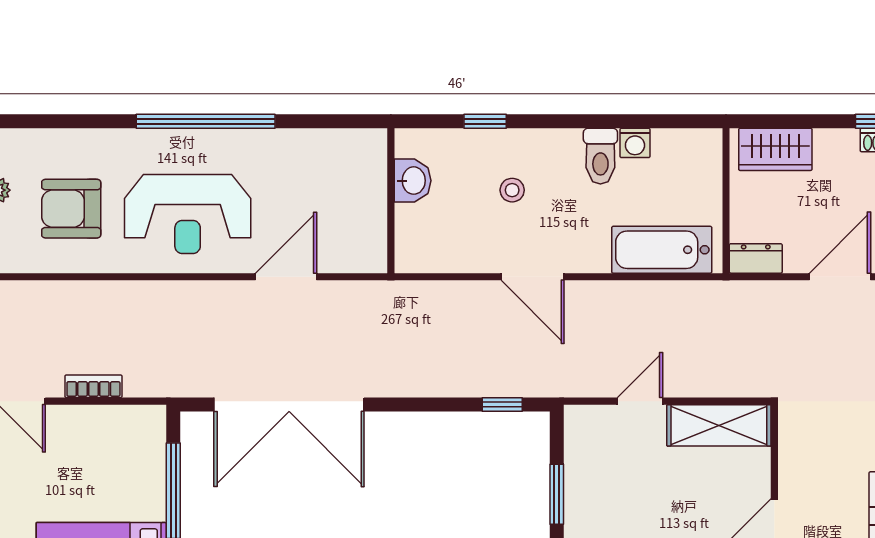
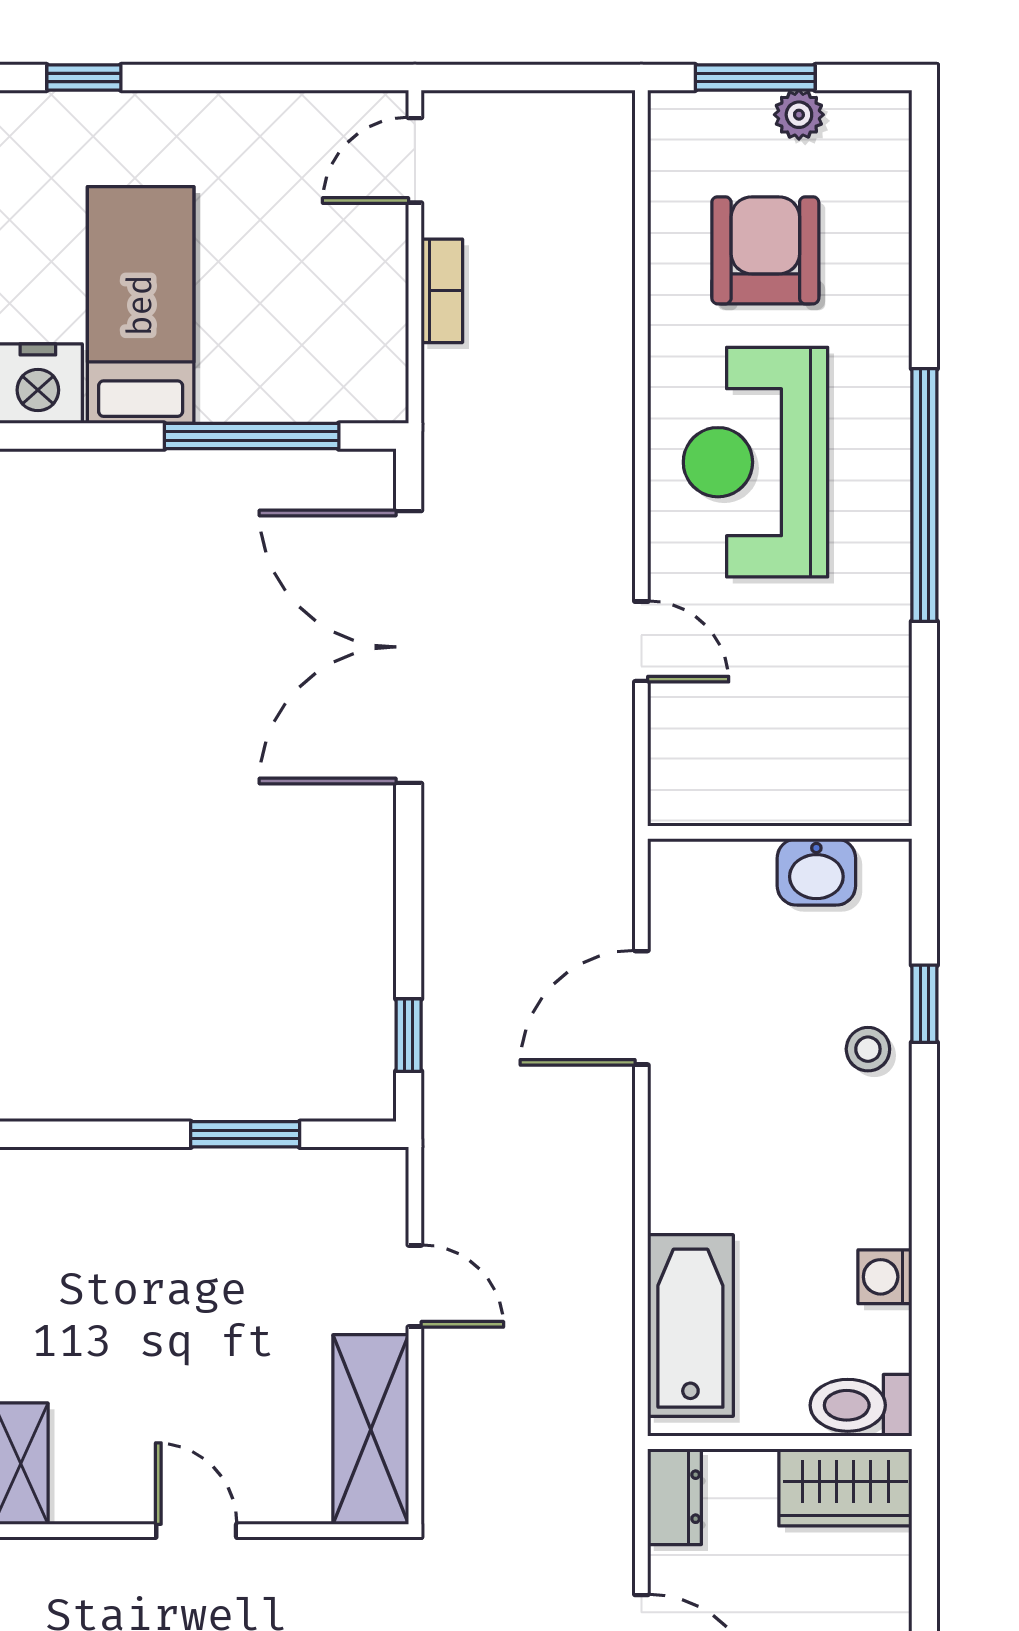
wardrobe: (775, 149) -> (845, 1487), moved, turned -90
toilet: (600, 156) -> (861, 1405), moved
stool: (512, 190) -> (868, 1049), moved
door: (286, 277) -> (641, 641), width x0.73
door: (533, 277) -> (641, 1008), moved

